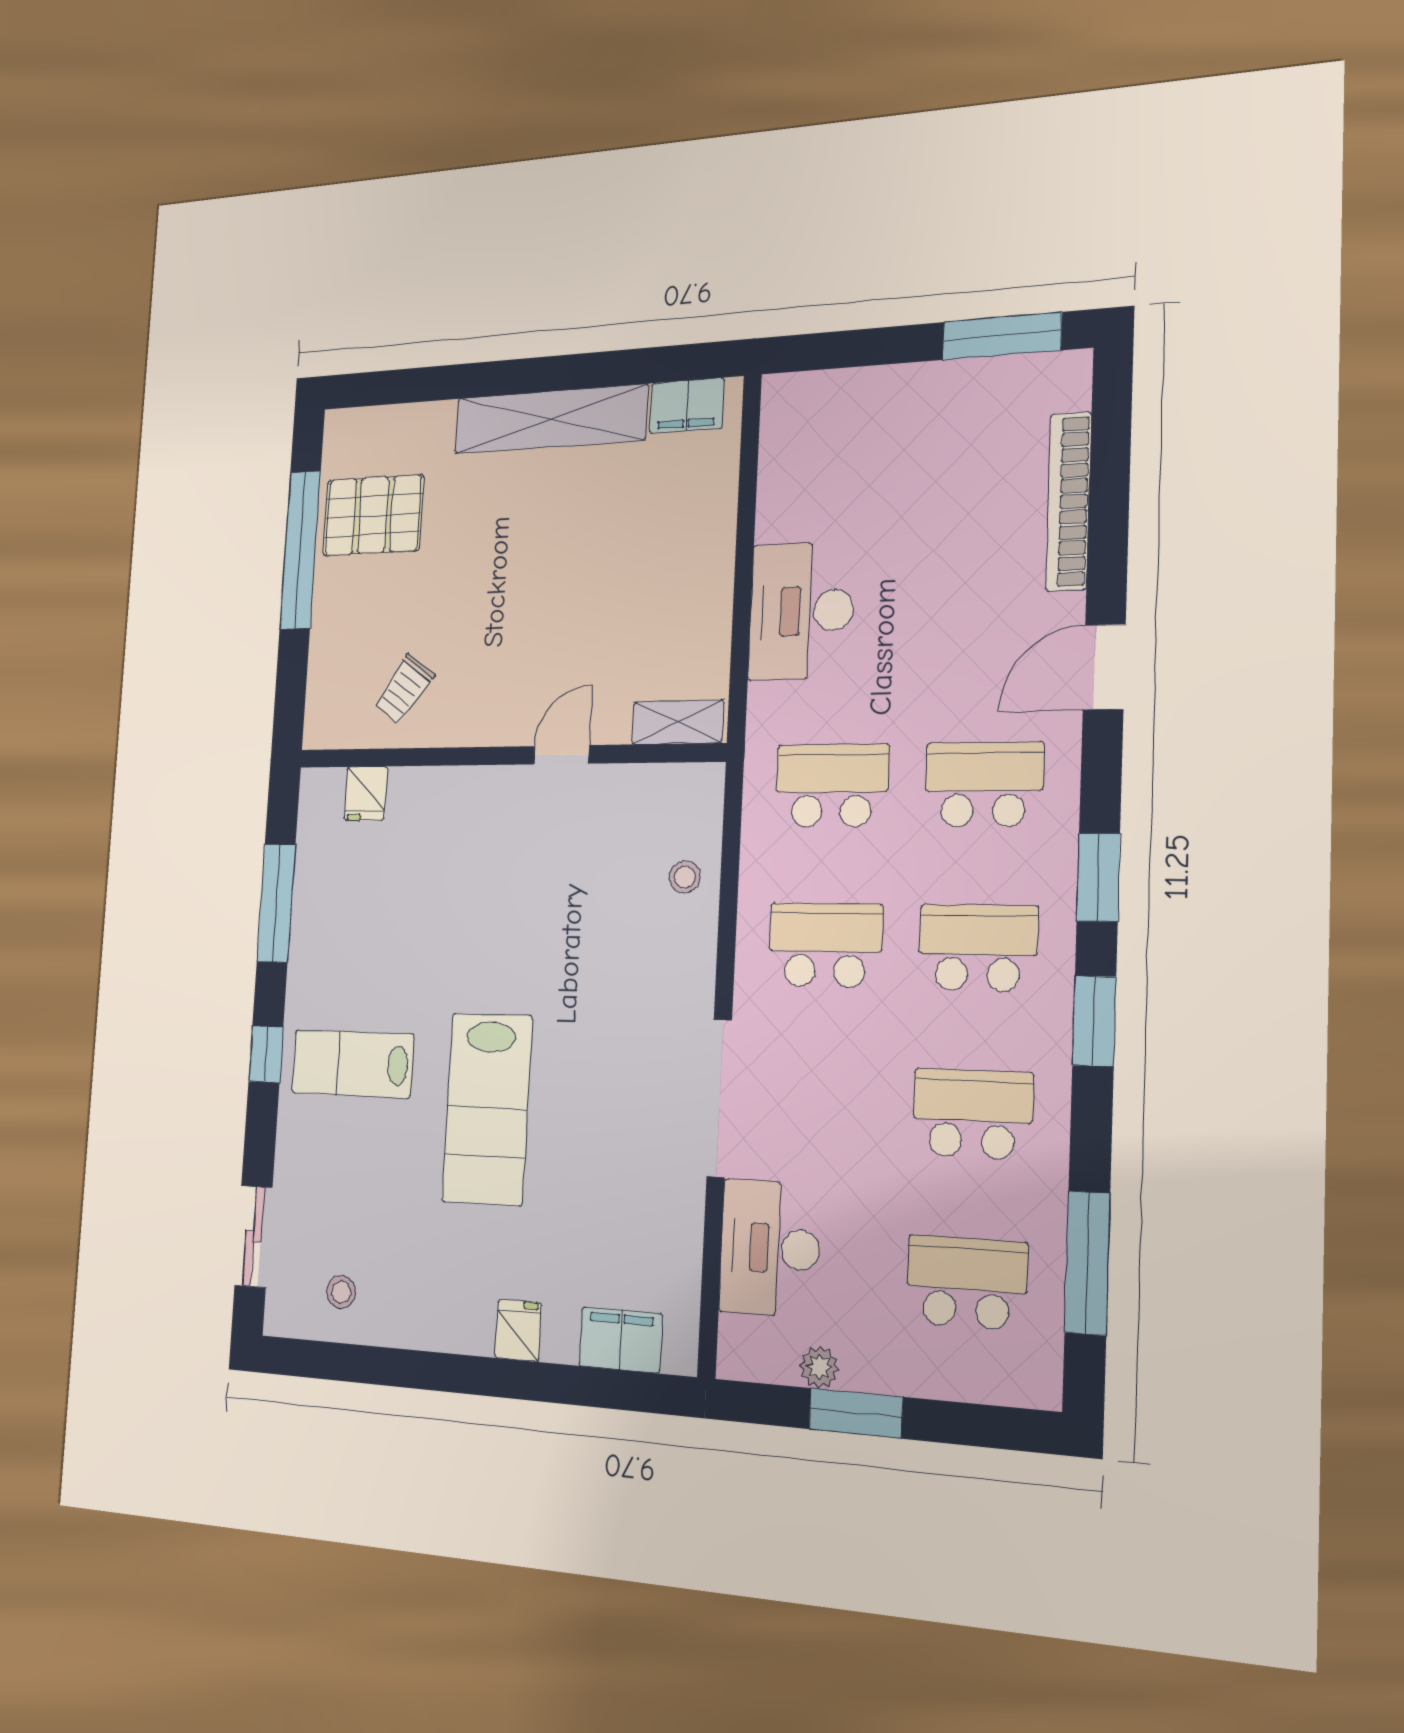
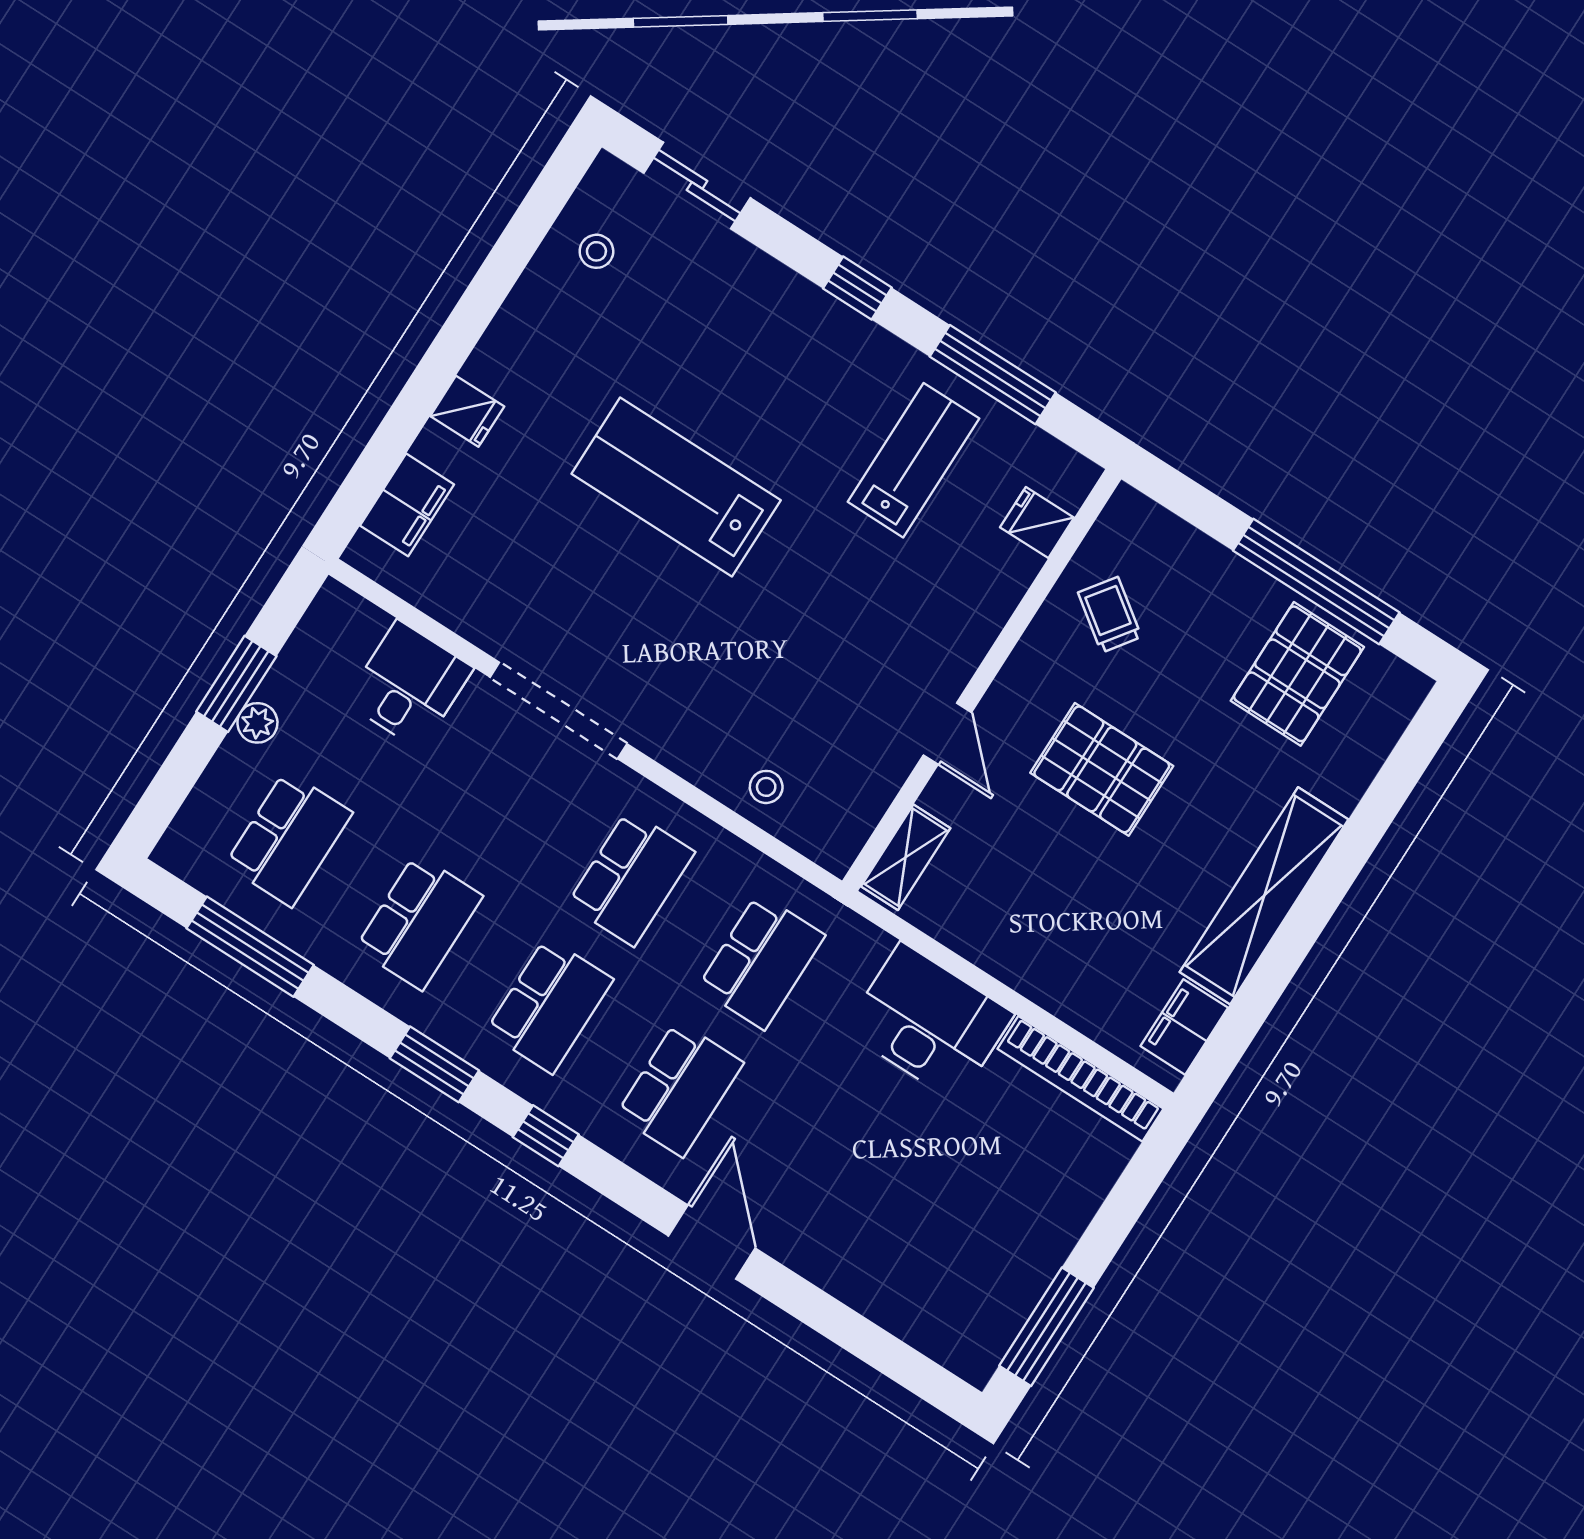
bookcase: (1069, 501) -> (1080, 1079), moved, turned 180
pallet: (523, 613) -> (1102, 769), added
window: (1098, 877) -> (546, 1136), width x0.67
lab bench: (352, 1064) -> (913, 460), moved
desk: (770, 1248) -> (409, 685), width x0.73
plant: (819, 1367) -> (257, 723), moved

